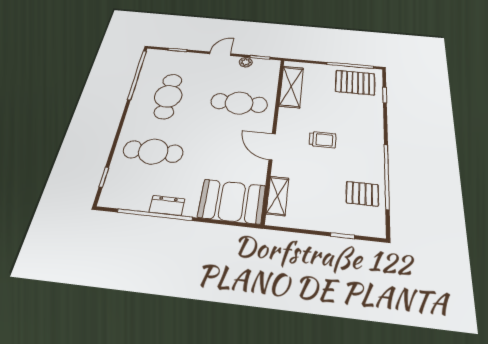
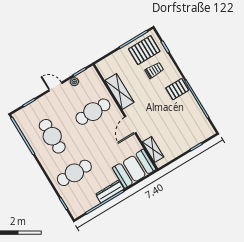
door: (220, 54) -> (55, 87), hinge flipped
shelving: (291, 87) -> (119, 91), moved
trolley: (323, 140) -> (154, 70), moved
door: (272, 147) -> (130, 125), hinge flipped
pallet: (362, 194) -> (177, 89), moved
dresser: (167, 205) -> (110, 192), width x1.44

